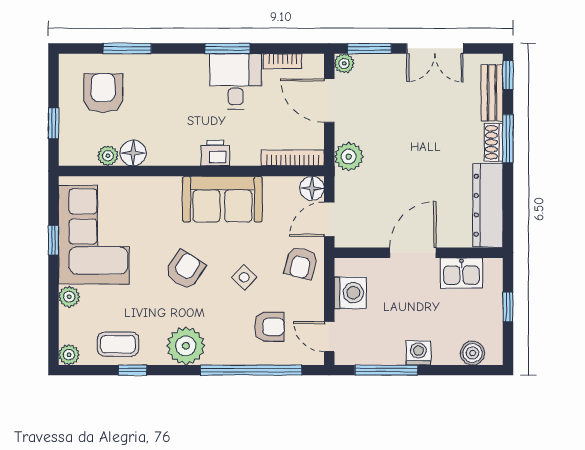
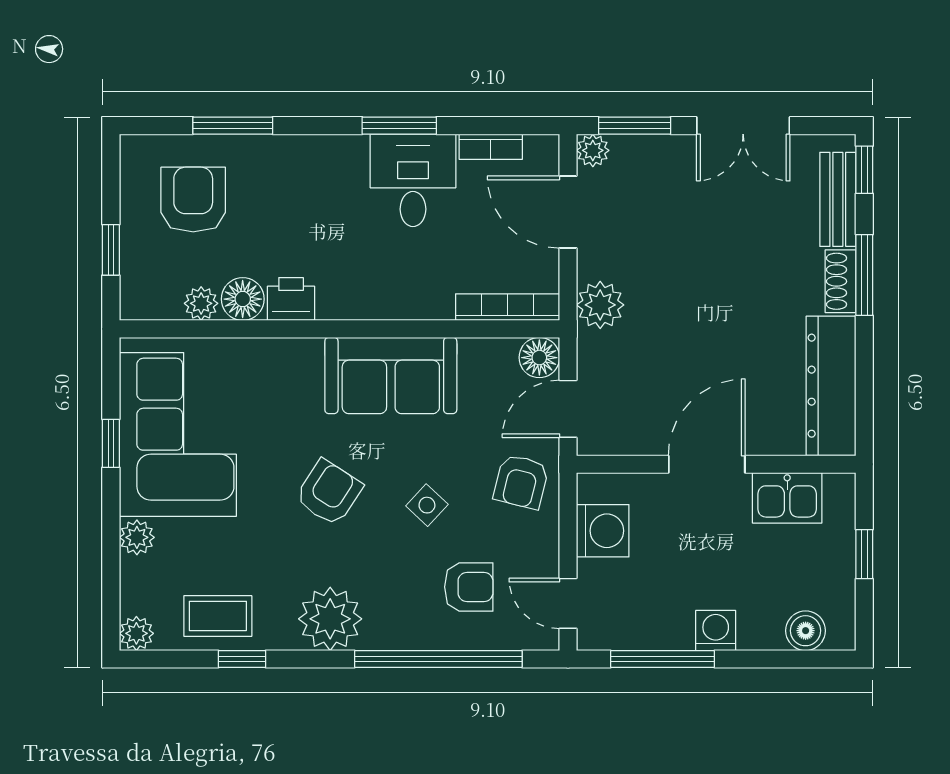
printer: (215, 153) -> (291, 299), moved

